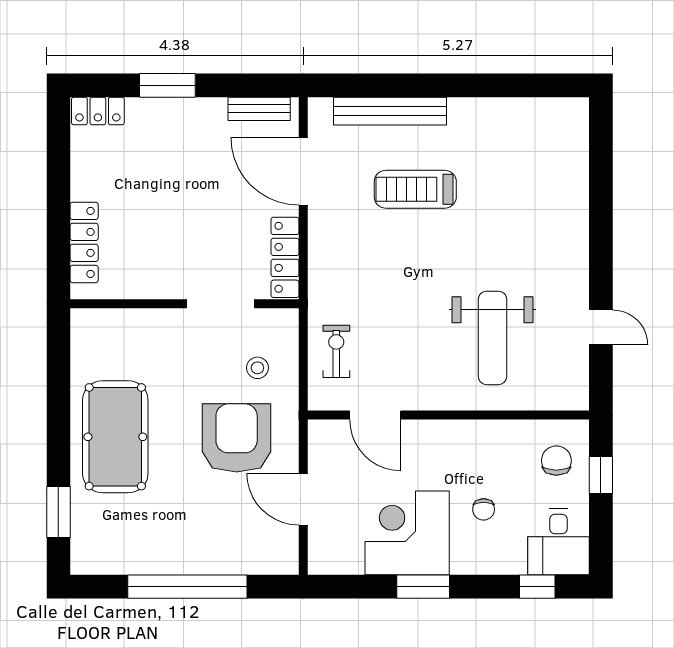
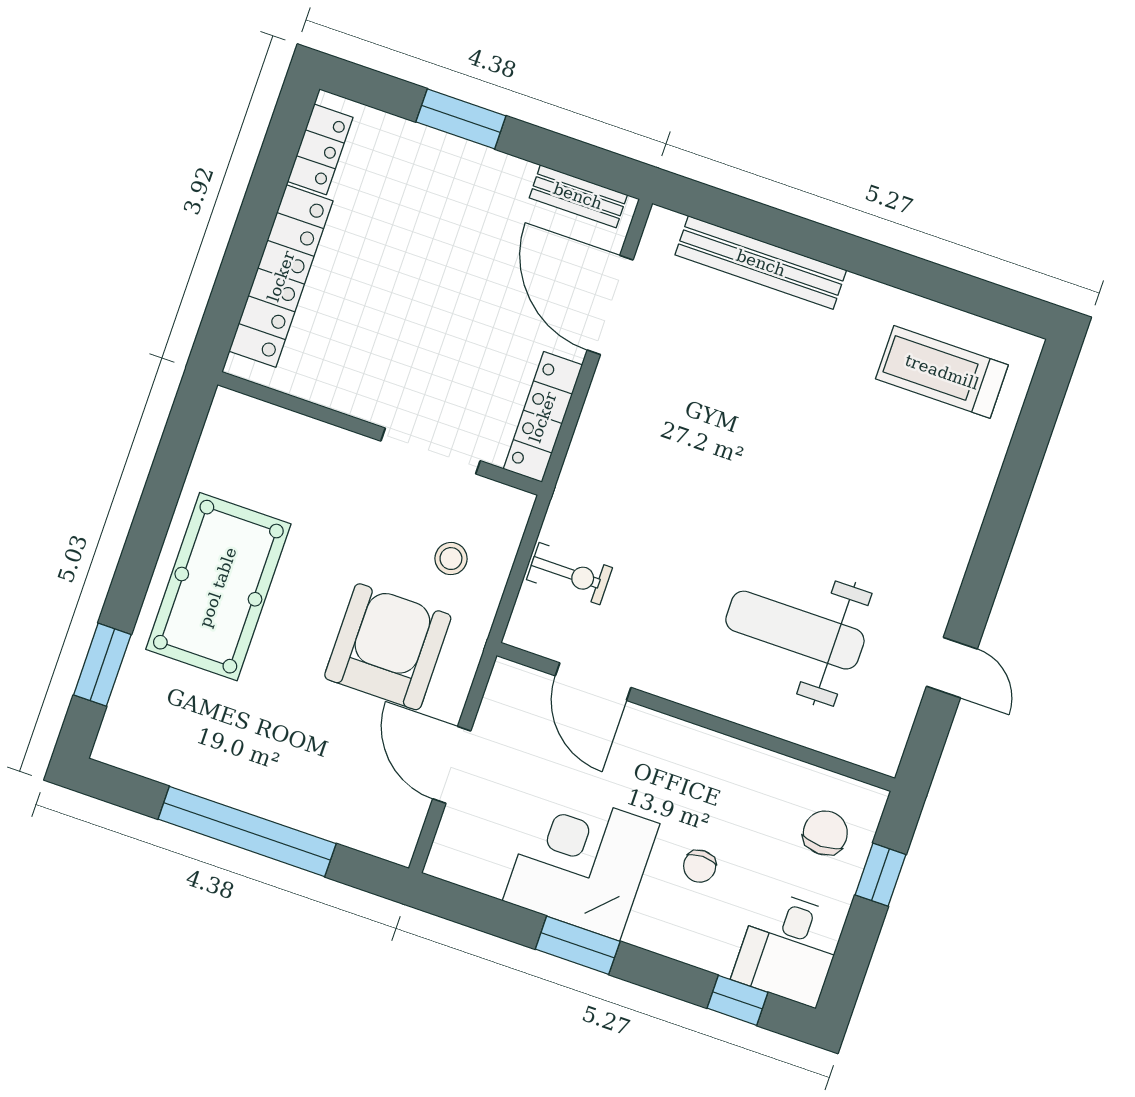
locker: (98, 111) -> (320, 149), moved, turned -90
treadmill: (415, 189) -> (942, 372), moved
locker: (84, 242) -> (281, 276), width x1.41, depth x1.21
weight bench: (493, 338) -> (795, 630), turned 90
exercise bike: (336, 351) -> (569, 574), turned 90

